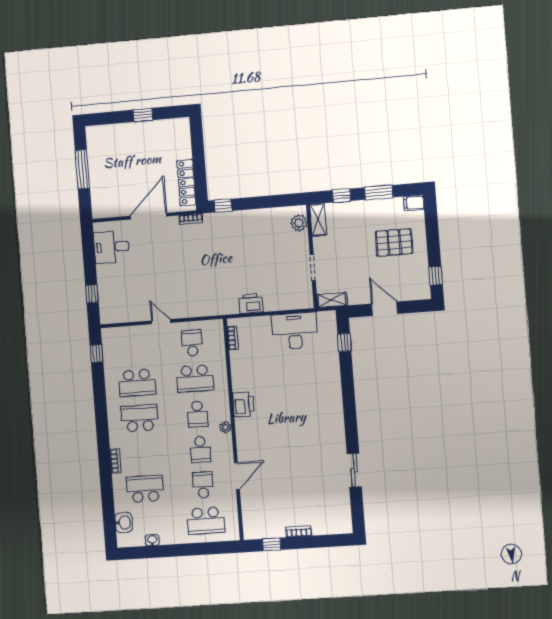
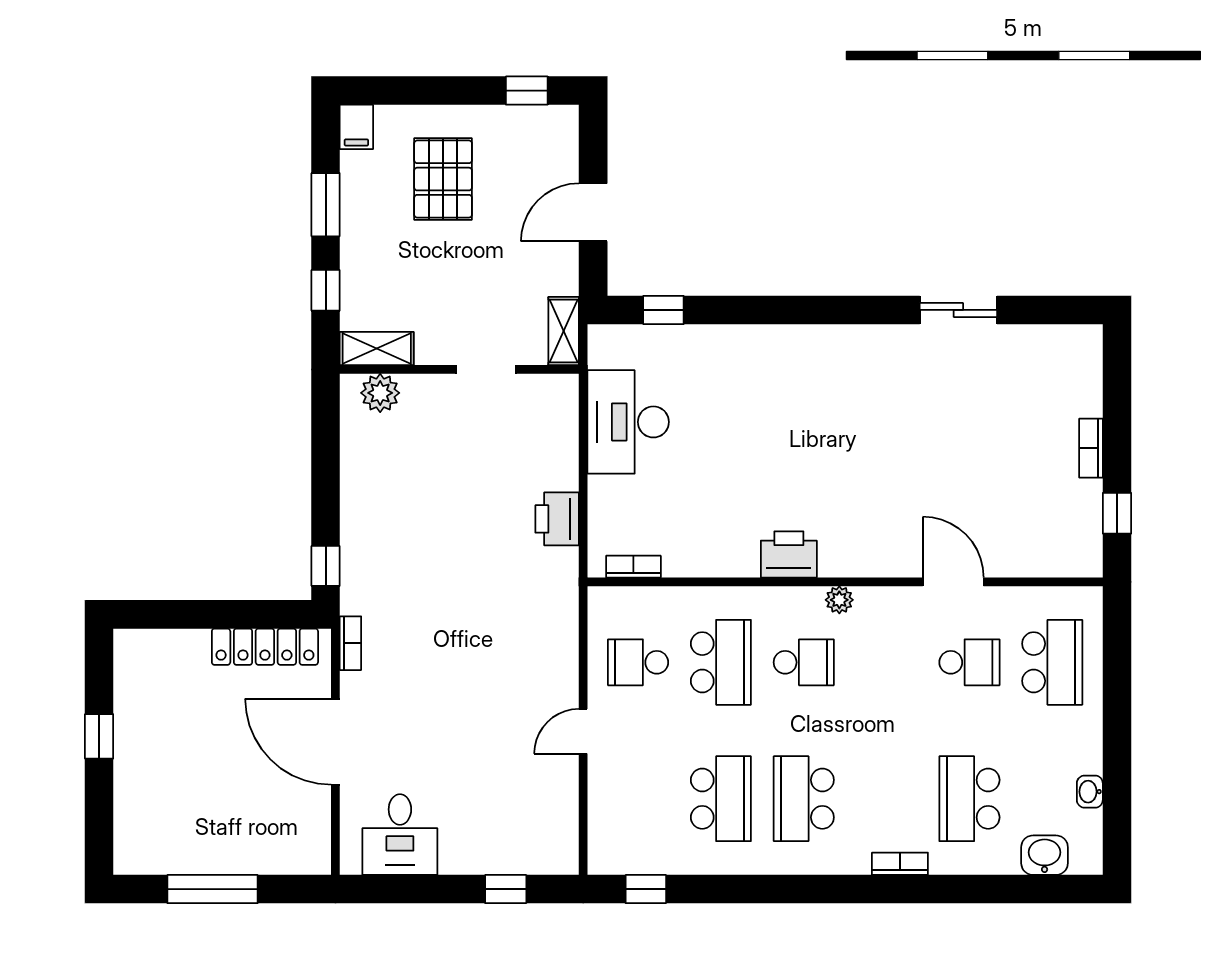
school desk: (200, 449) -> (887, 662), removed
school desk: (203, 485) -> (969, 662), turned 180

